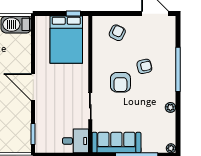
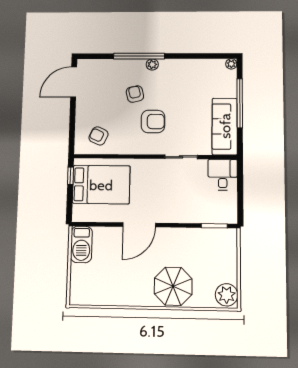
armchair: (117, 33) -> (99, 136), moved
door: (33, 87) -> (139, 225), moved
plant: (170, 107) -> (152, 64), moved

